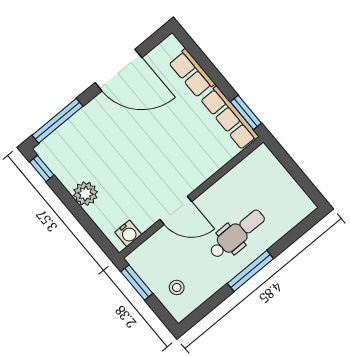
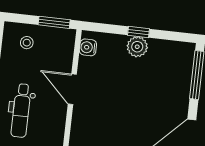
window: (42, 168) -> (138, 32), moved
door: (176, 210) -> (72, 89), hinge flipped

